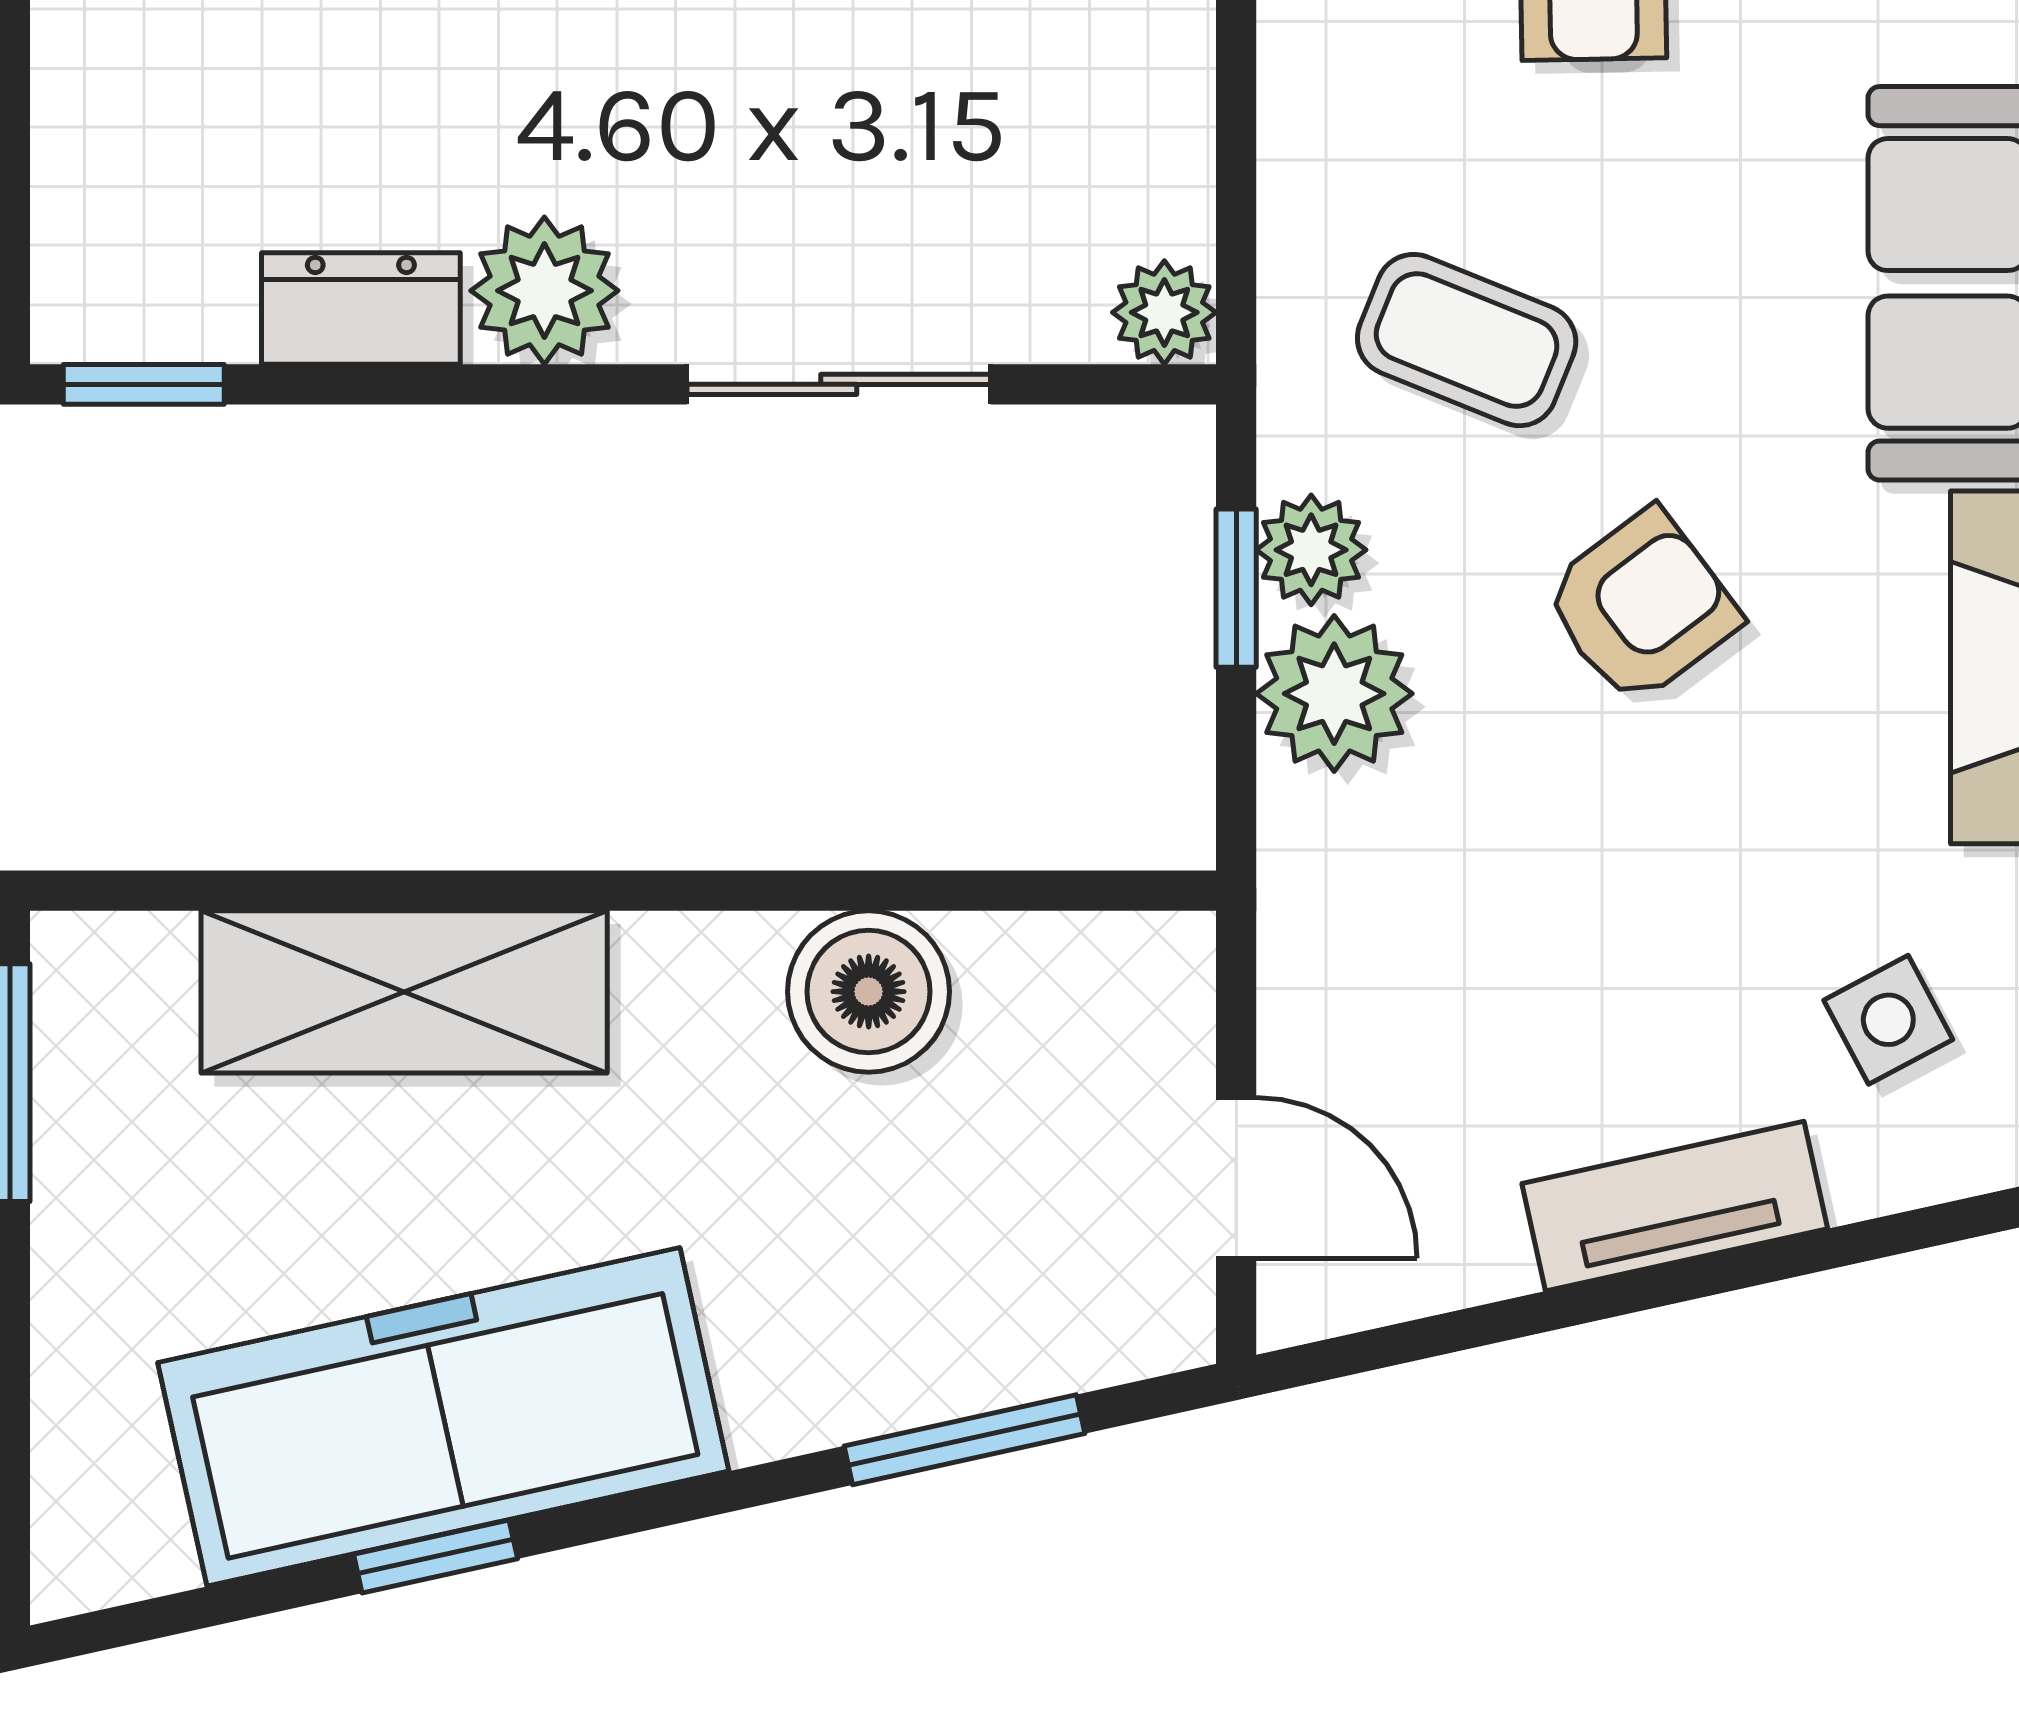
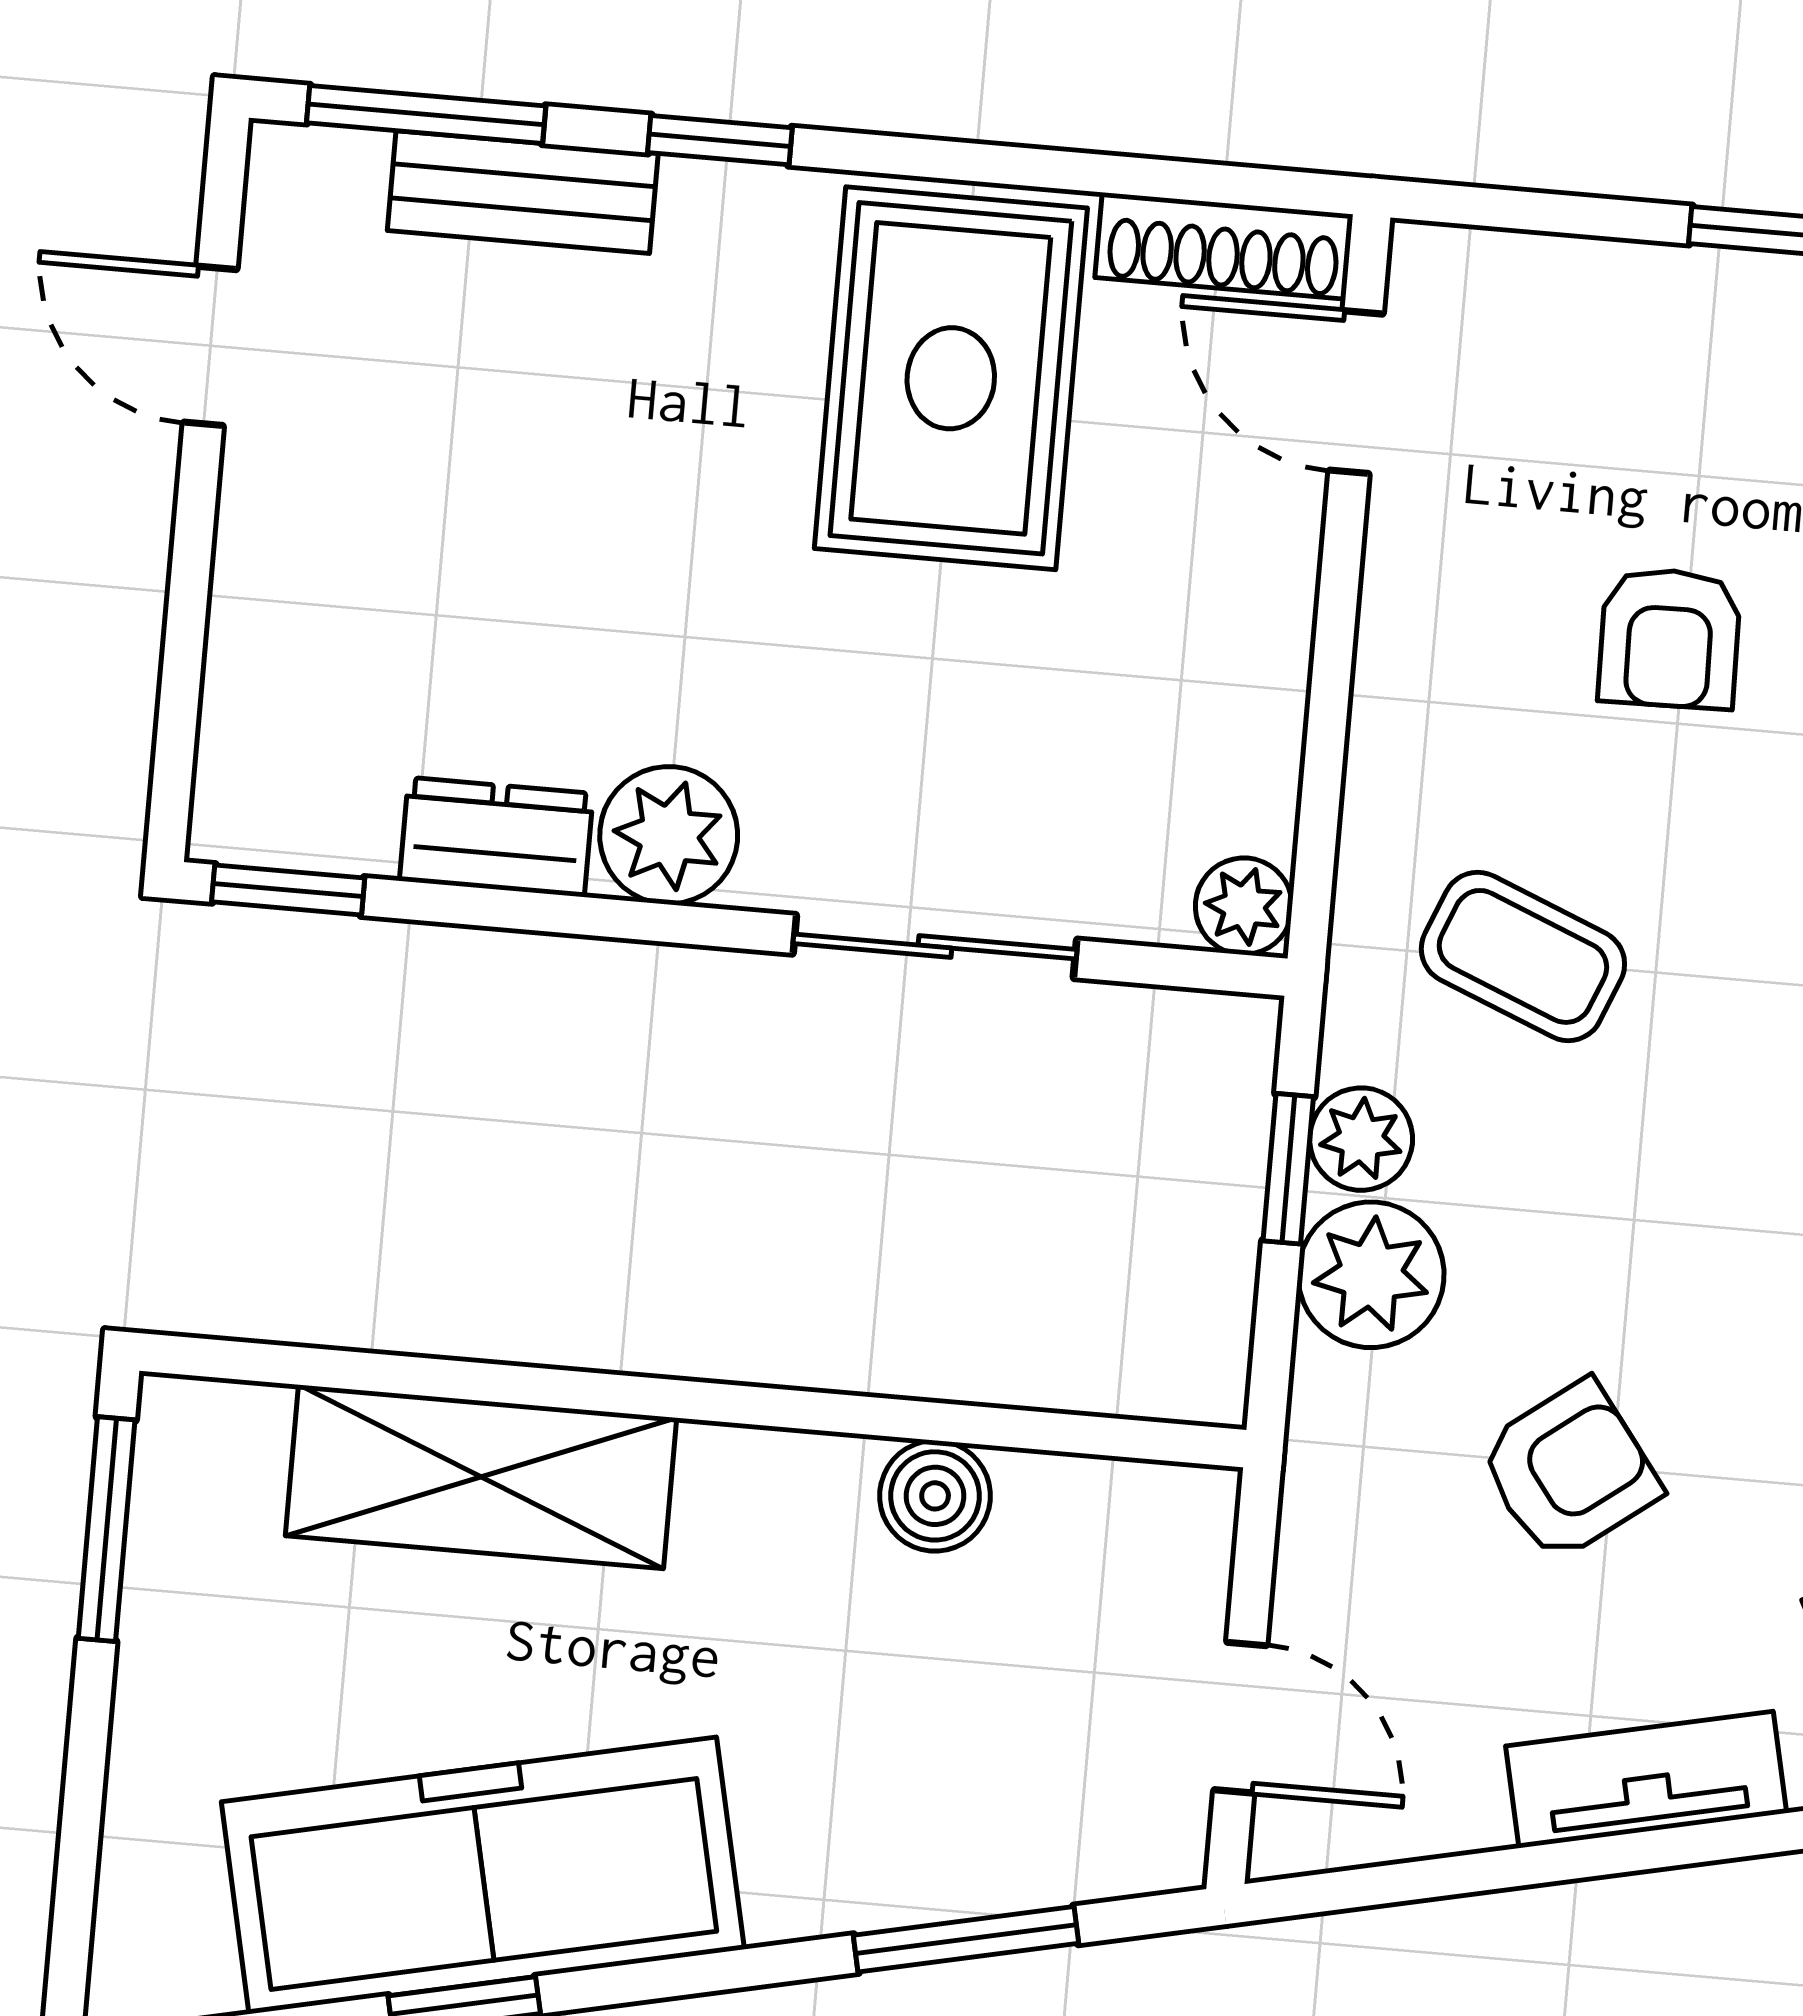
armchair: (1641, 607) -> (1569, 1471), moved
boiler: (869, 992) -> (935, 1496), width x0.73, depth x0.73

